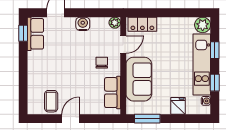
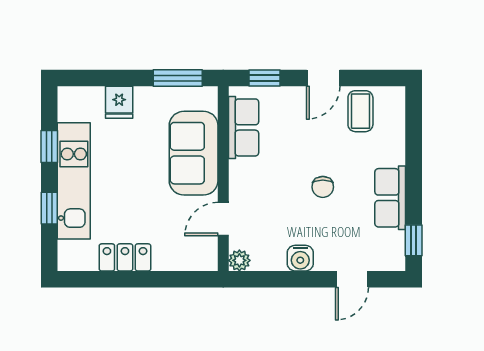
locker: (142, 24) -> (125, 257), moved
plant: (203, 25) -> (72, 256), removed
row of seats: (35, 34) -> (390, 198), moved
chair: (102, 63) -> (323, 187), moved
water cooler: (206, 101) -> (66, 112), removed
window: (102, 119) -> (264, 78), added

